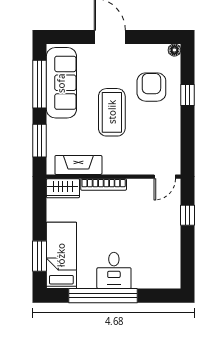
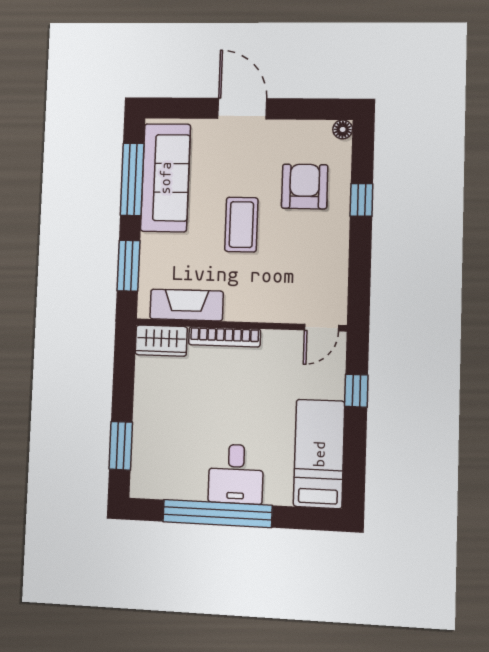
coffee table: (112, 112) -> (241, 225), width x0.73, depth x0.76
bed: (61, 255) -> (319, 454), moved

